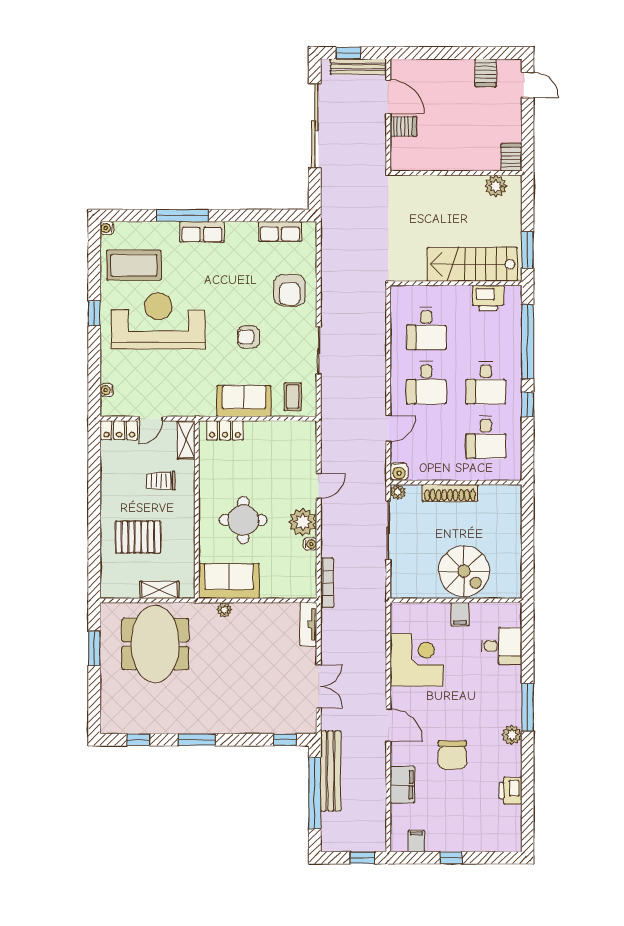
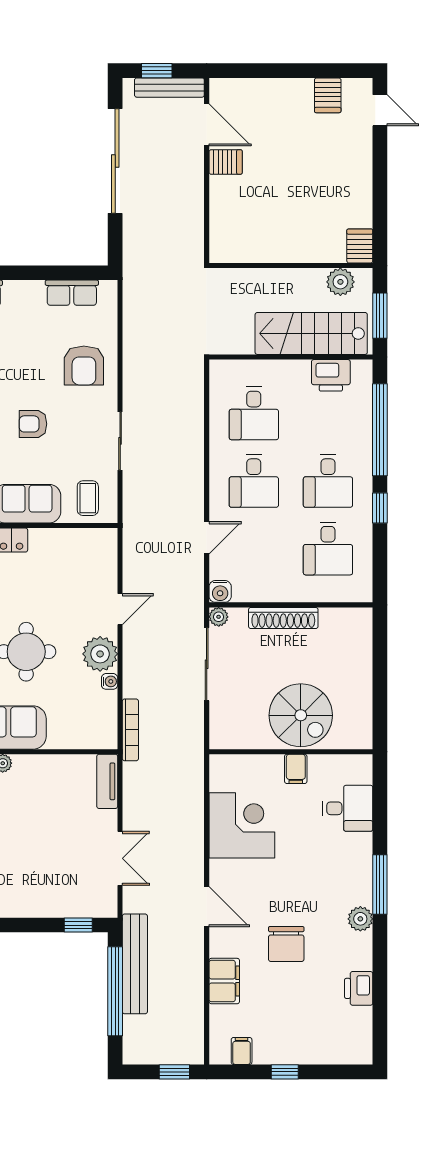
server rack: (511, 157) -> (360, 246), moved
wall: (456, 173) -> (291, 266), moved
plant: (496, 186) -> (340, 282), moved

